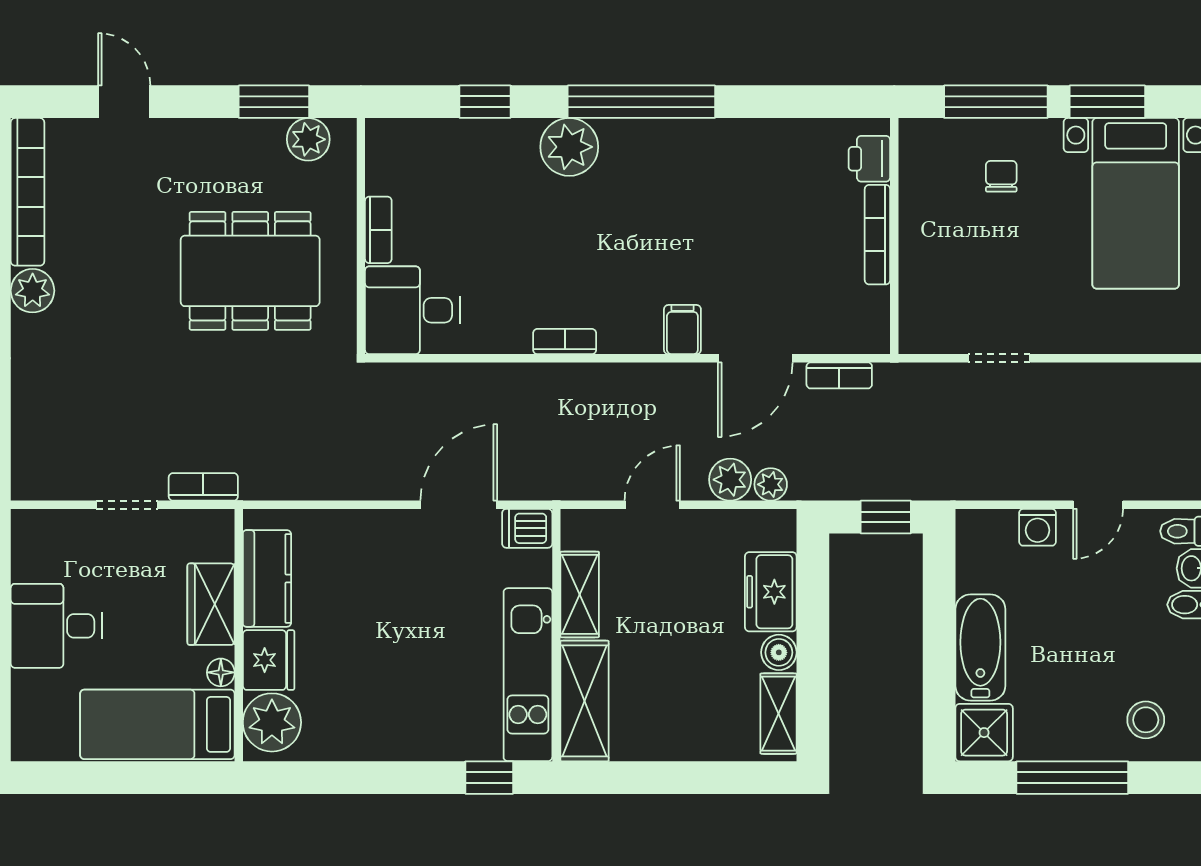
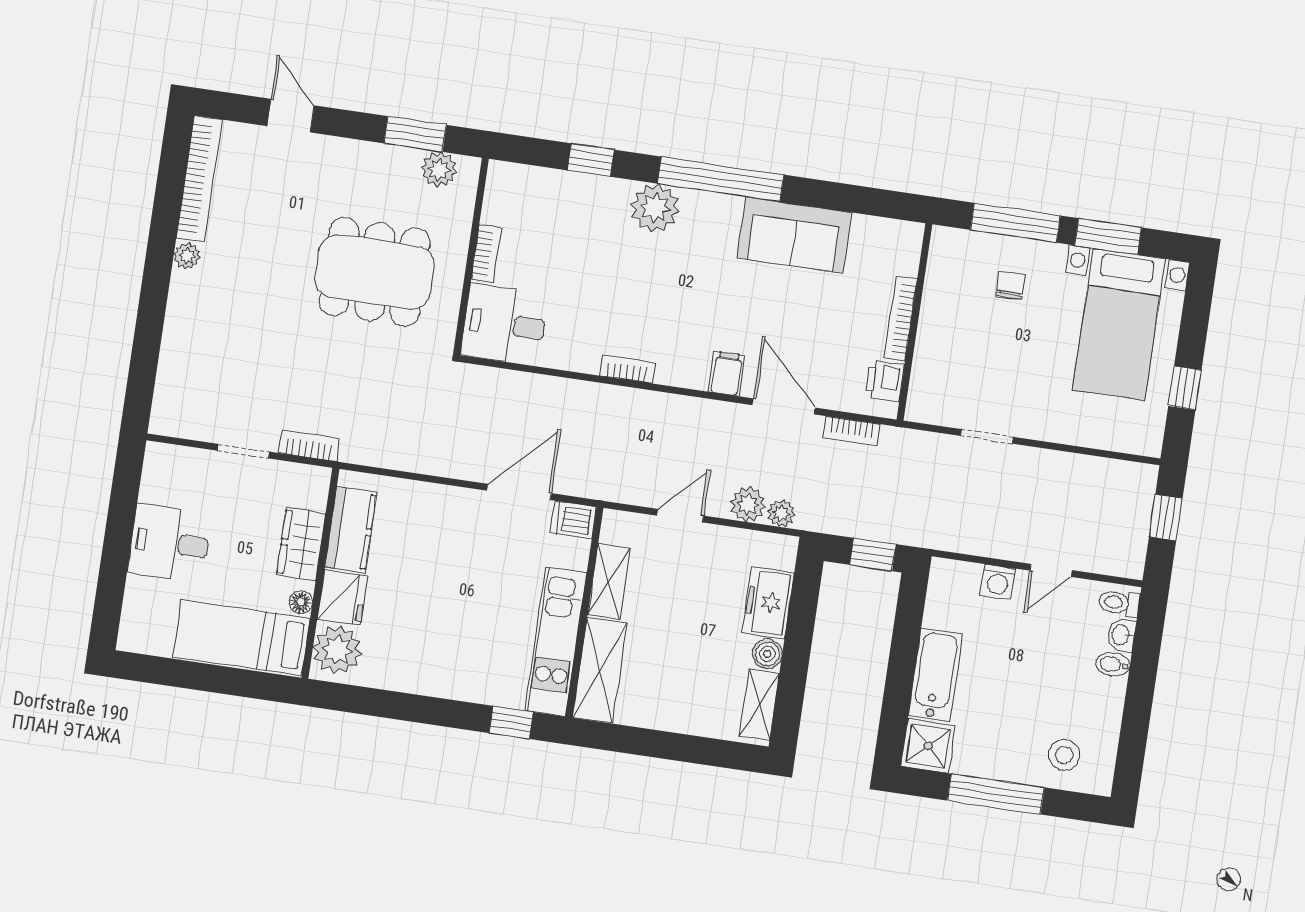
sofa: (738, 155) -> (794, 235), added
printer: (869, 159) -> (885, 381), moved
plant: (33, 291) -> (187, 256), width x0.73, depth x0.73
door: (755, 358) -> (784, 406), swing flipped

